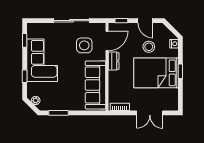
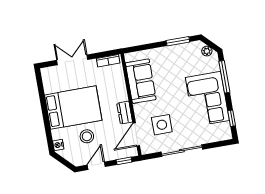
door: (145, 21) -> (96, 166), hinge flipped
window: (180, 71) -> (45, 114), removed
window: (25, 76) -> (224, 77), width x2.17
sofa: (96, 85) -> (141, 81), width x0.73

